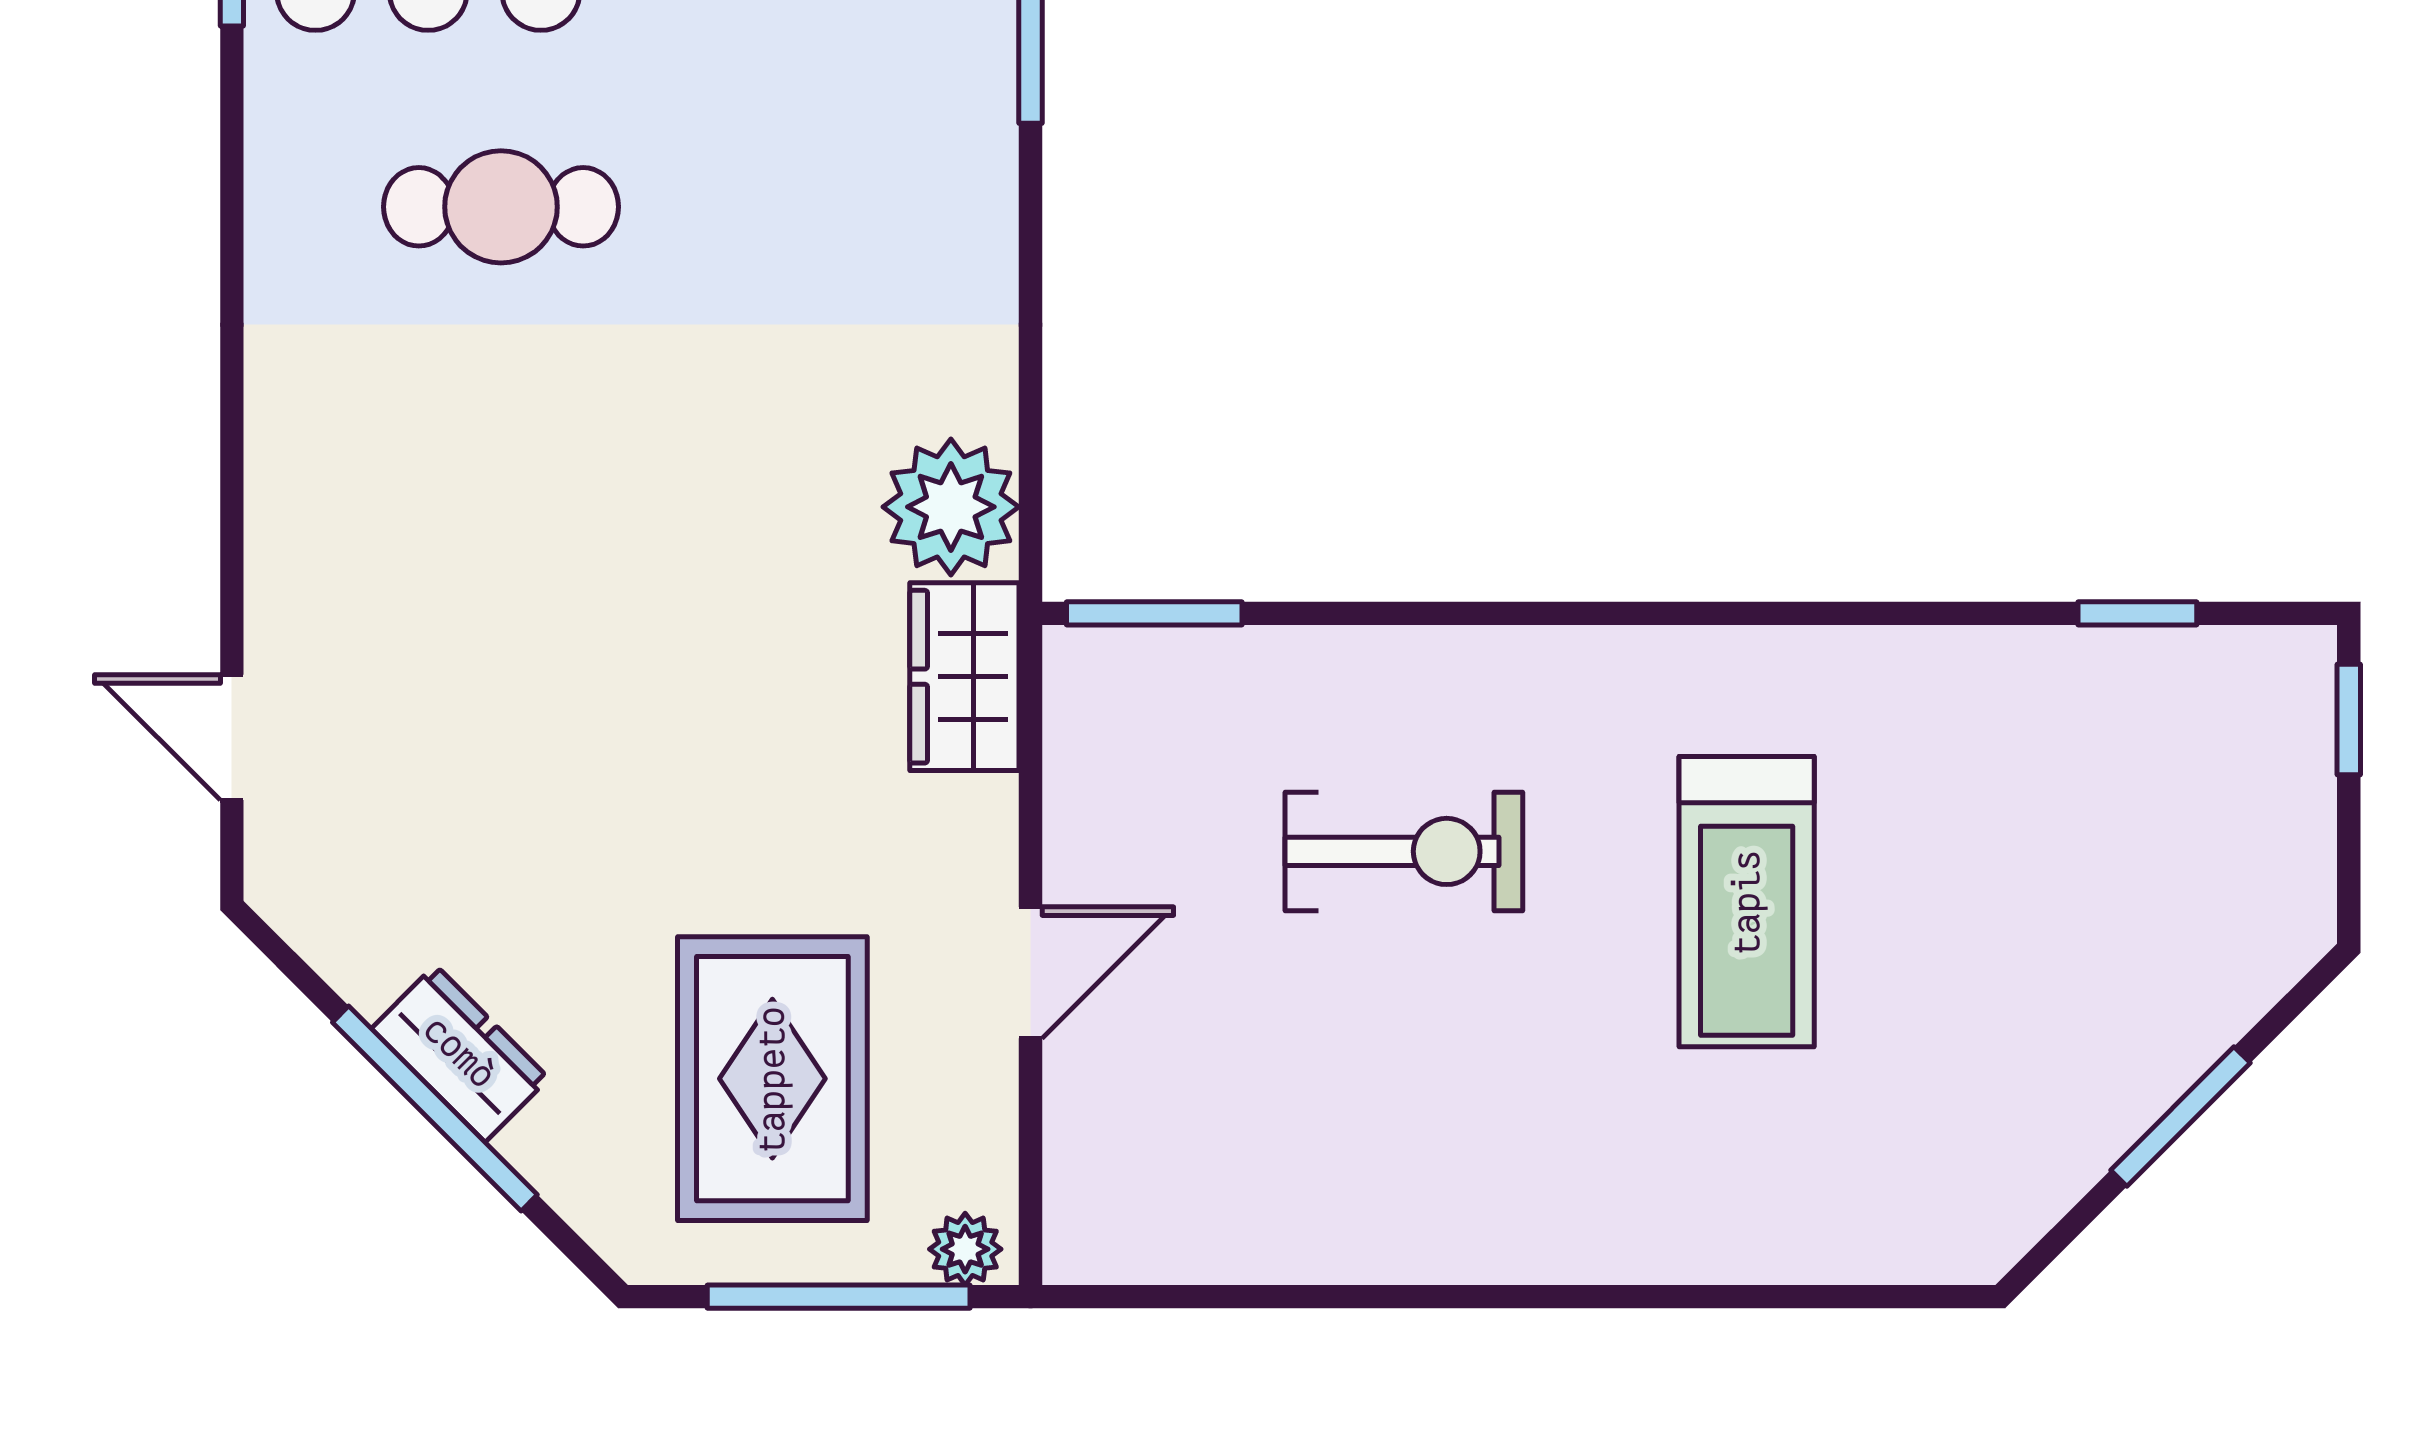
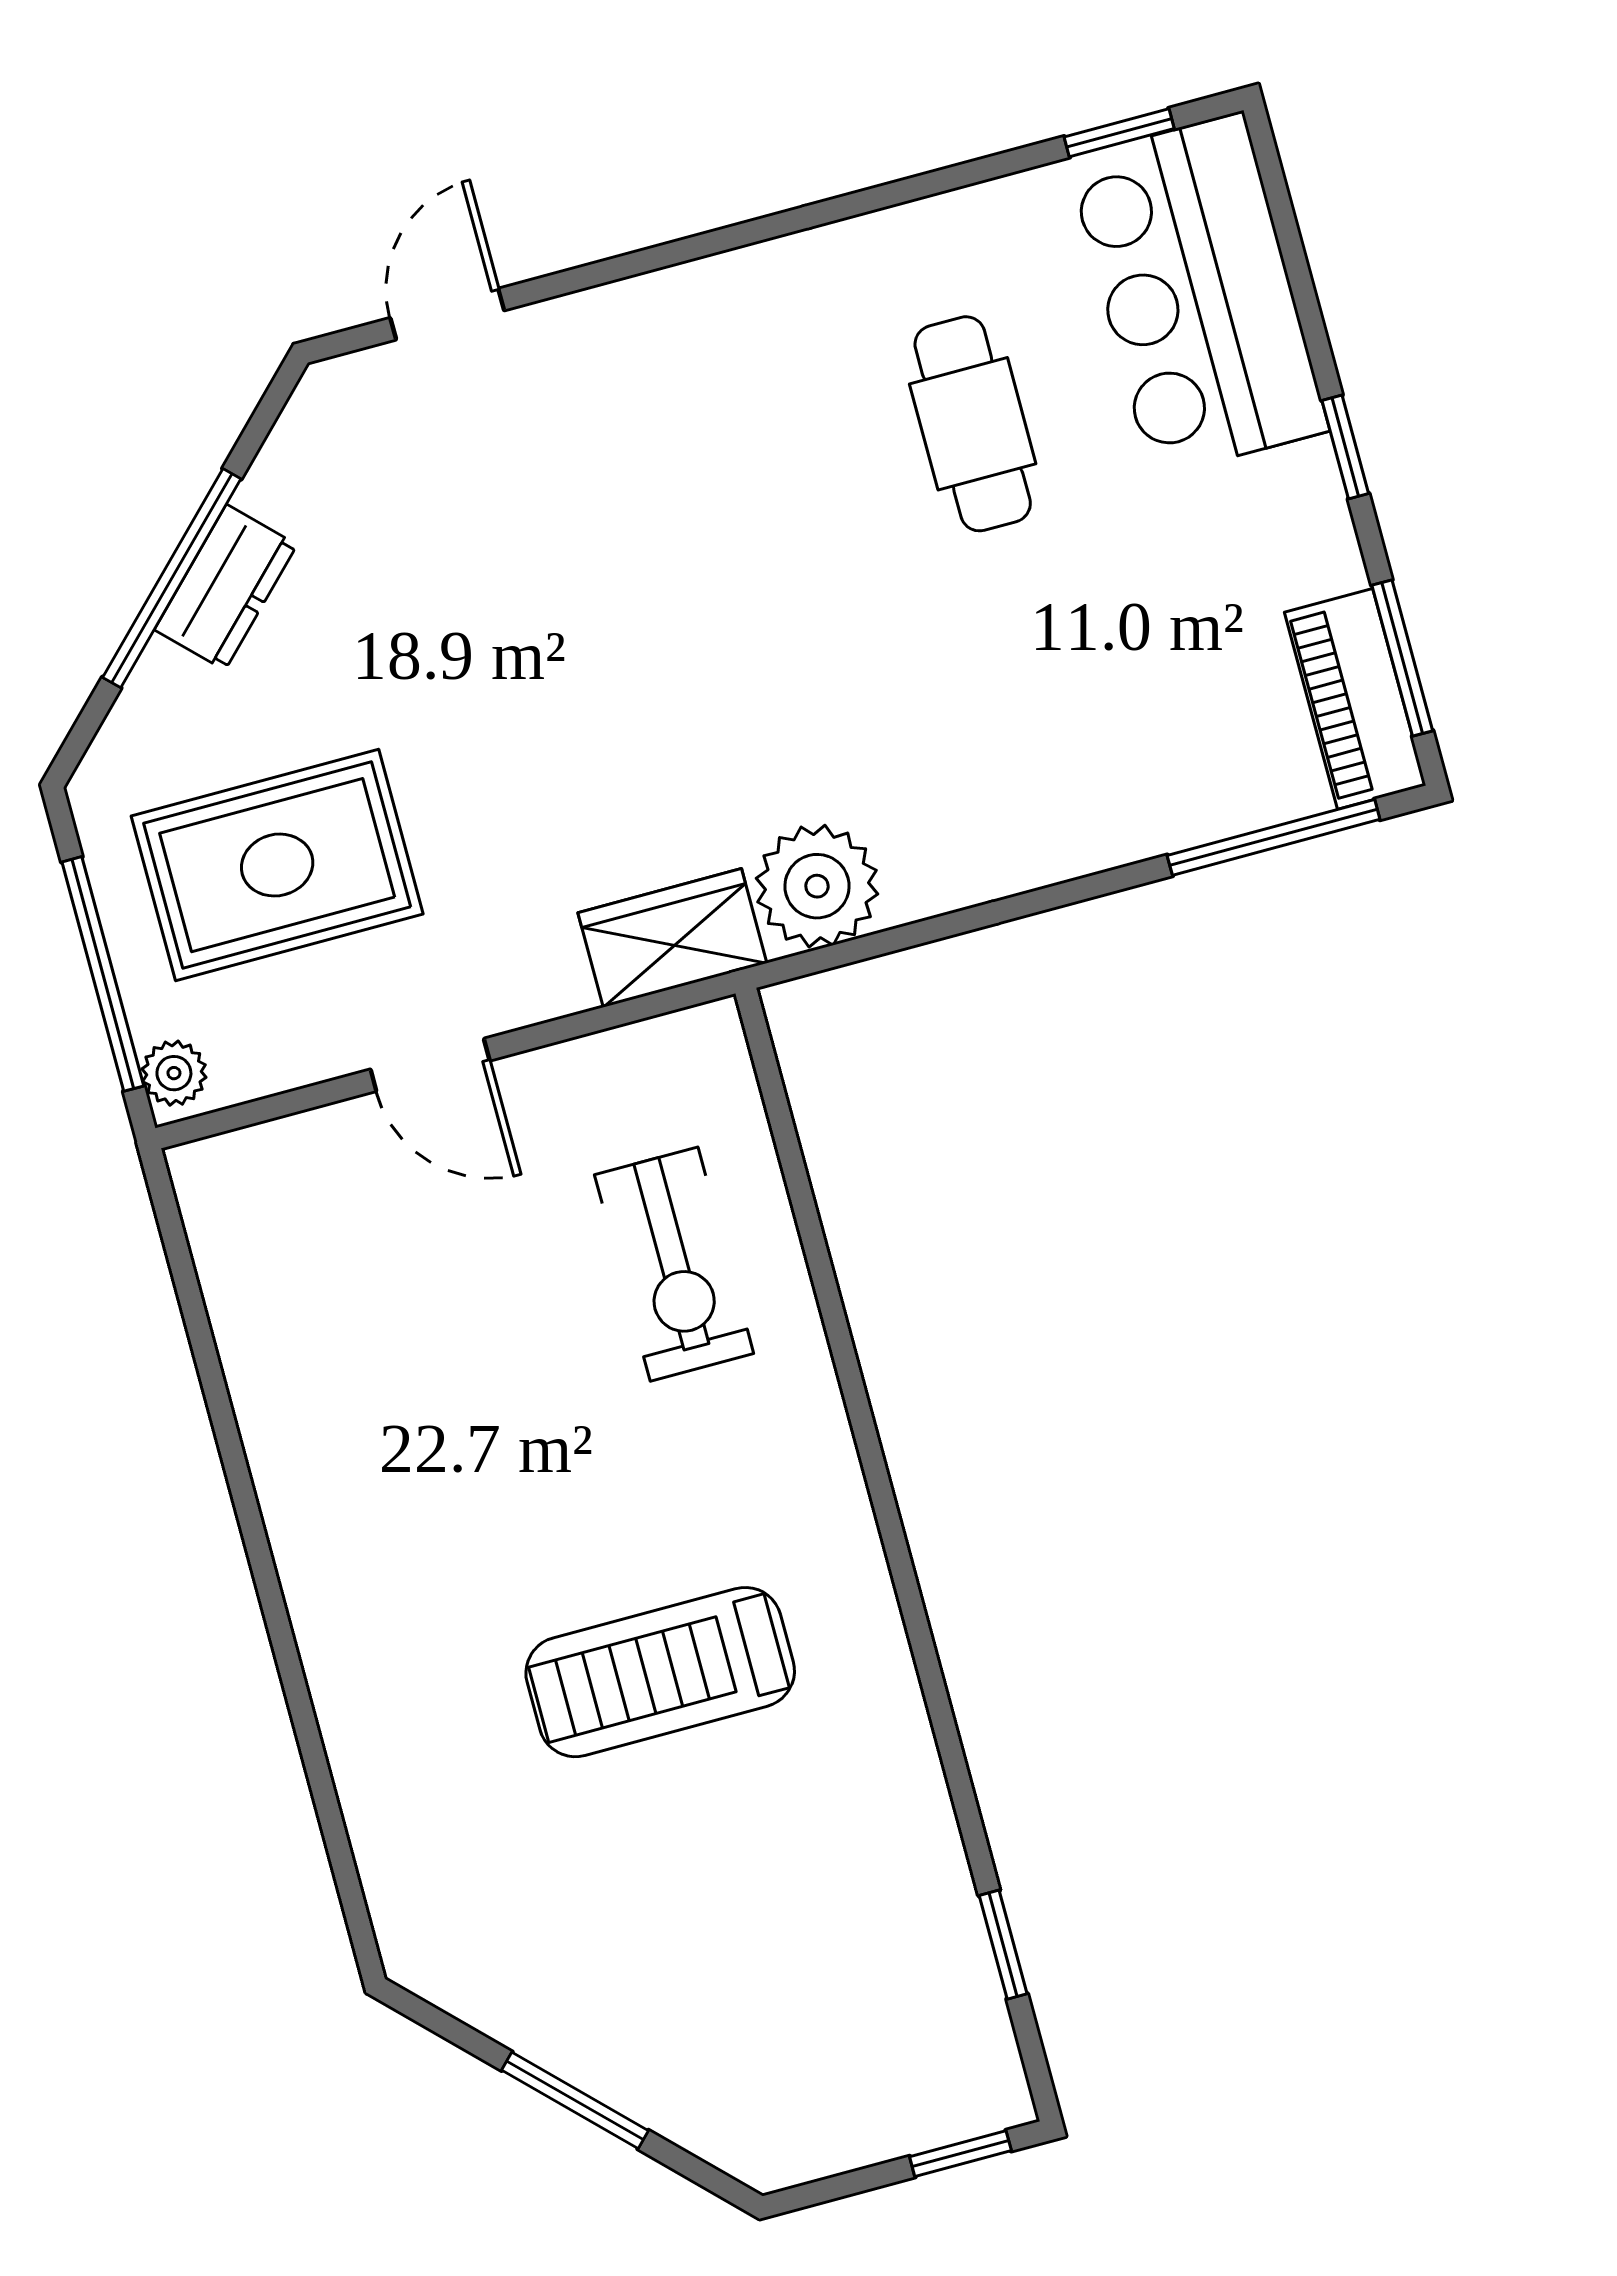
window: (1154, 613) -> (772, 1088), removed
exercise bike: (1404, 851) -> (674, 1264), moved

